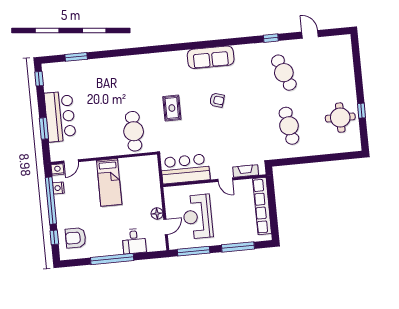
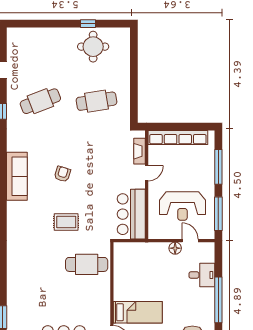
bed: (109, 182) -> (138, 312), moved

